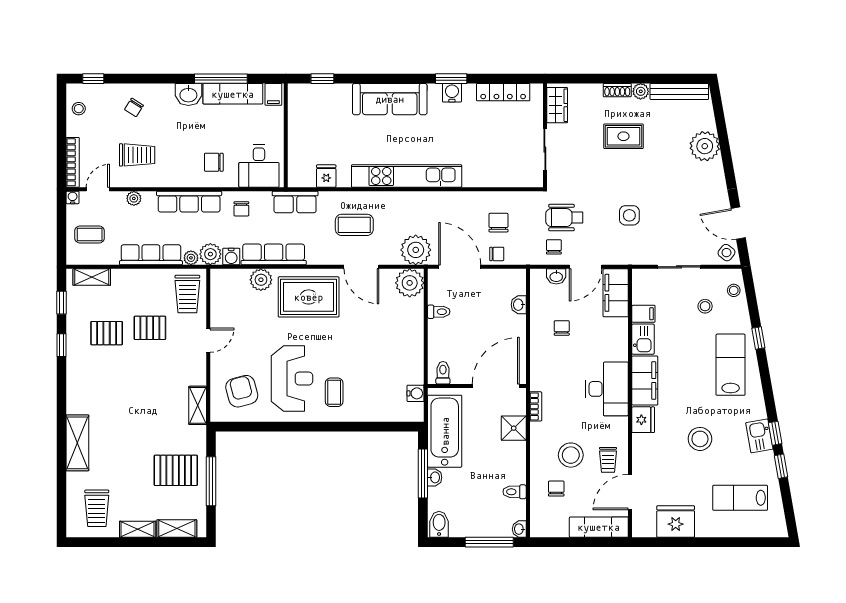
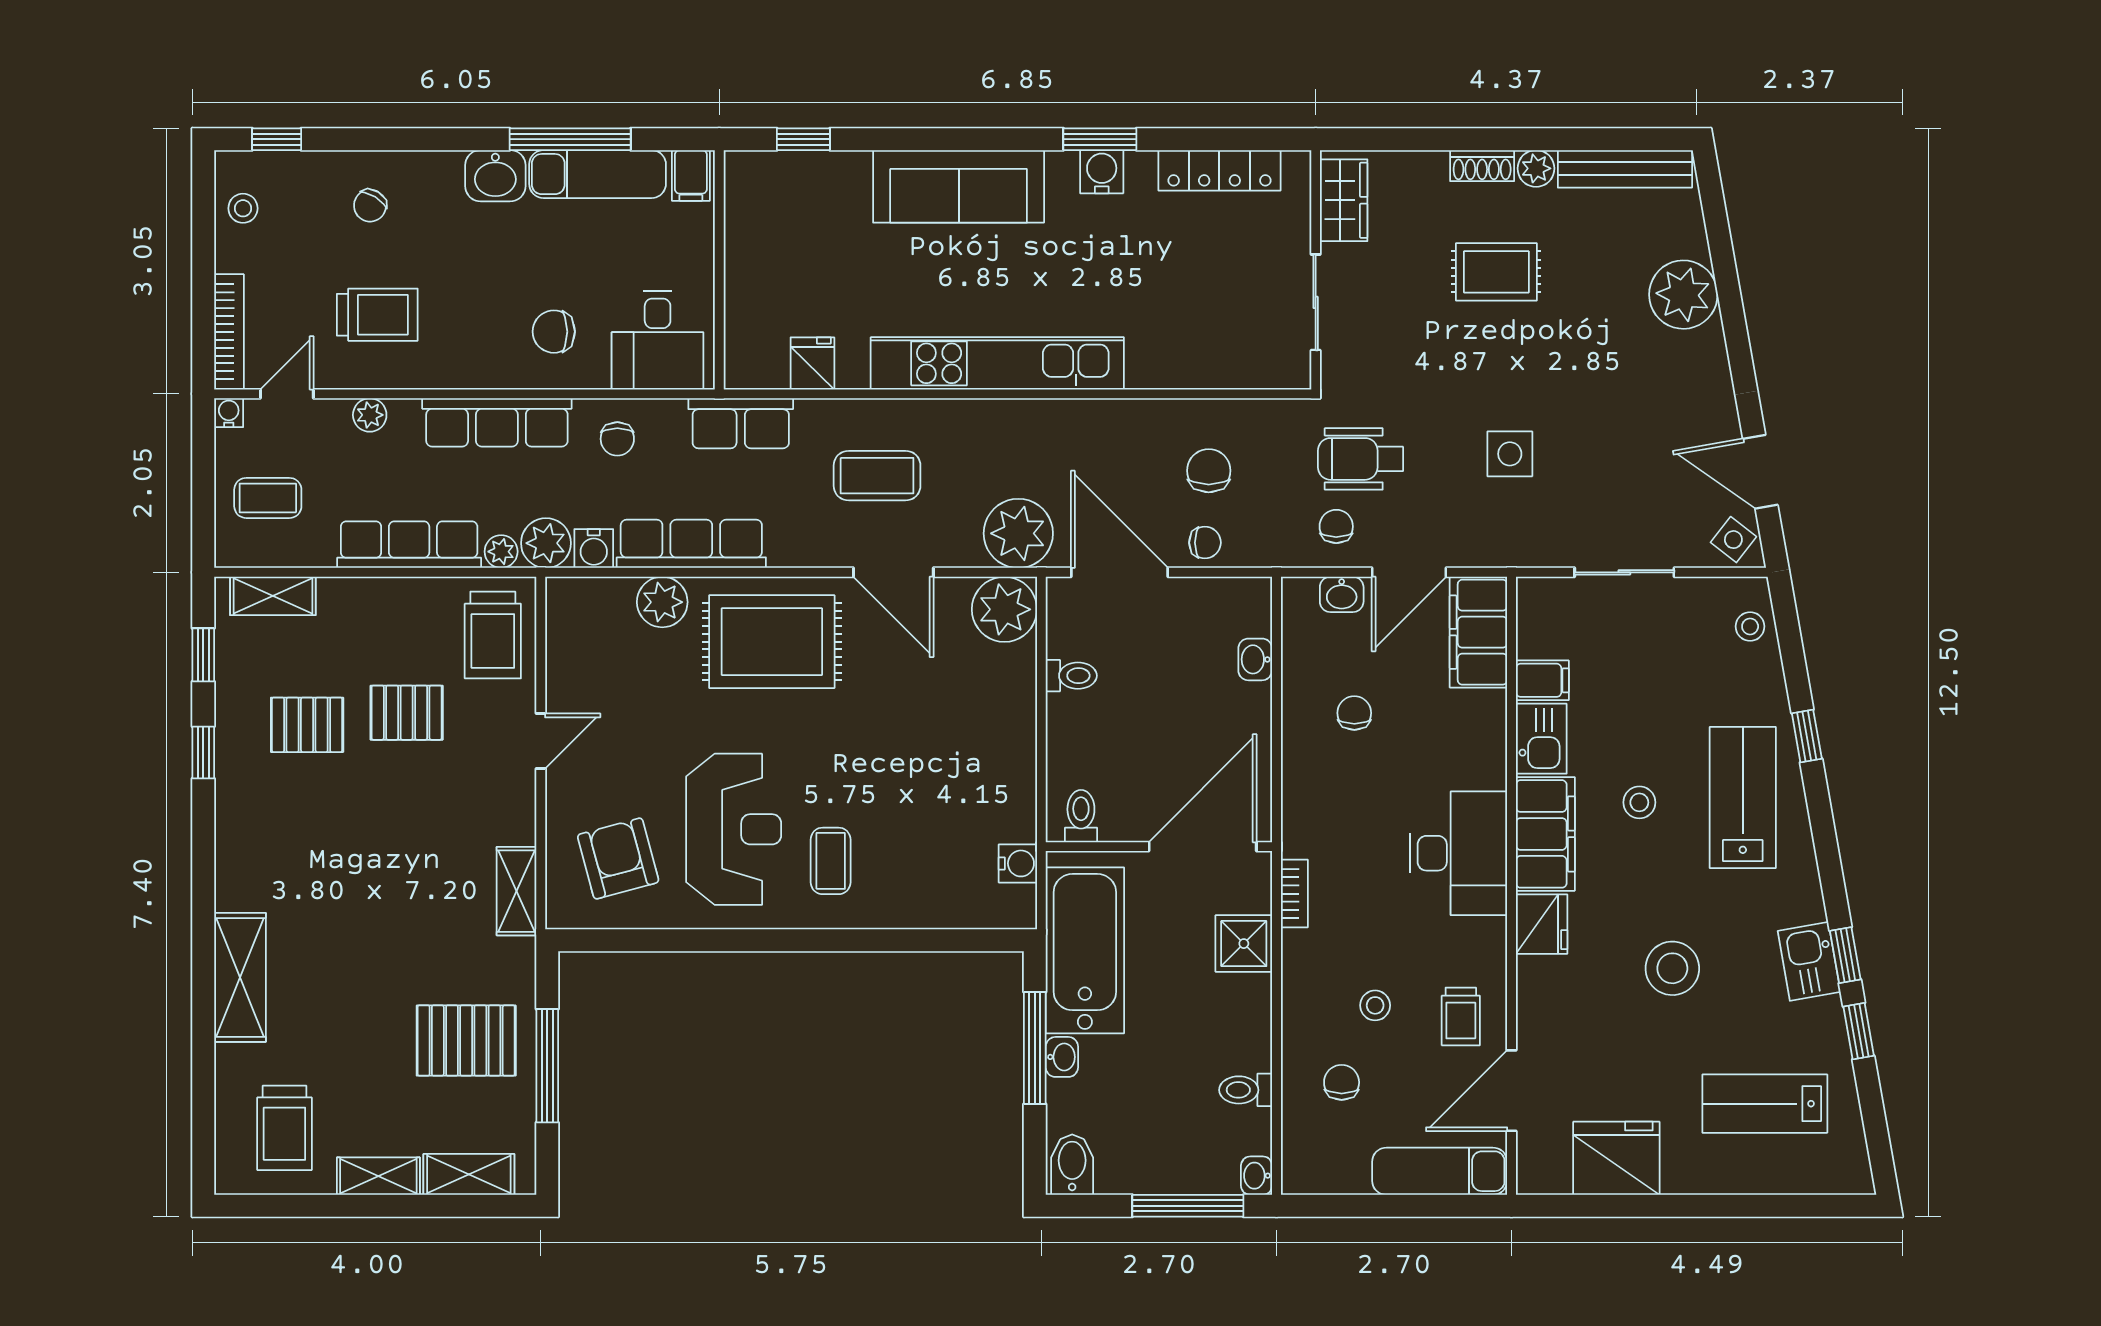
stool: (705, 306) -> (1639, 802), moved
stool: (571, 455) -> (1375, 1005), width x0.53, depth x0.53

